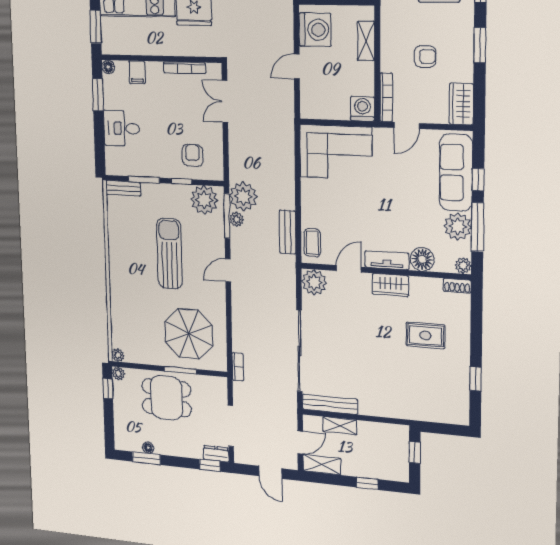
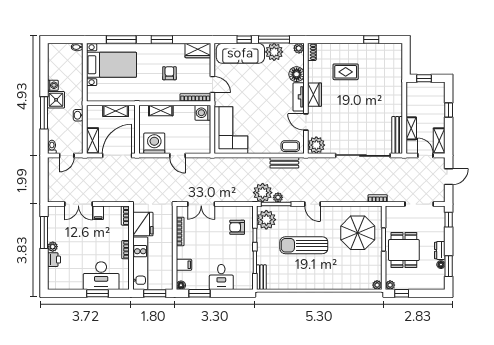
rug: (425, 335) -> (346, 72), turned 90
dresser: (216, 454) -> (440, 250), moved

